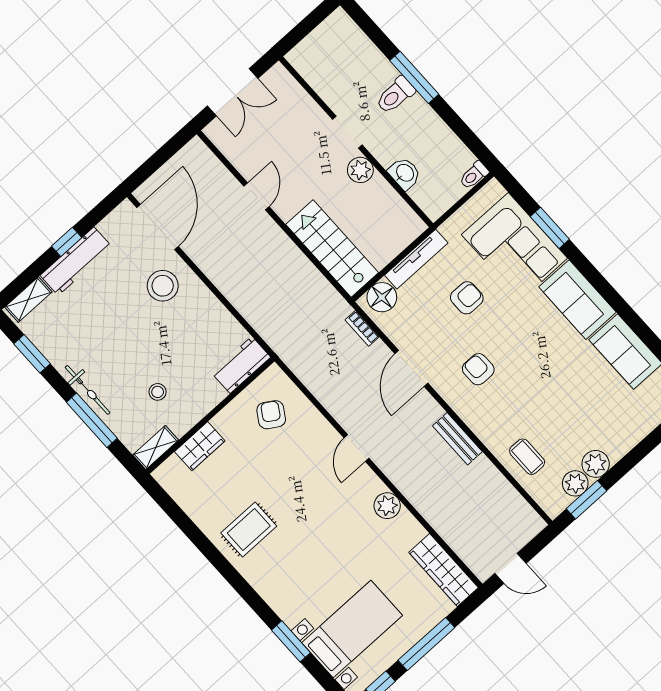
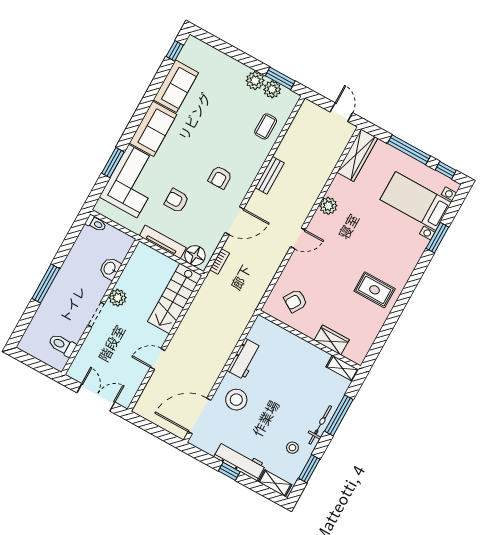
toilet: (395, 95) -> (62, 345), moved, turned 180
workbench: (241, 365) -> (244, 359), moved, turned -90
stool: (158, 392) -> (292, 448), moved

